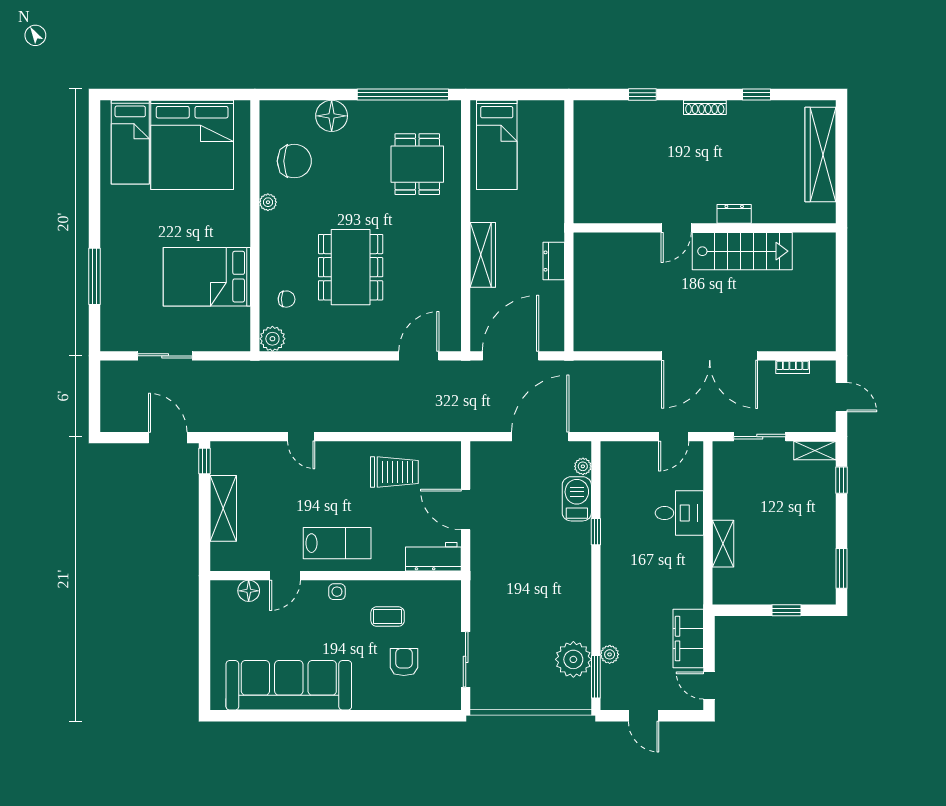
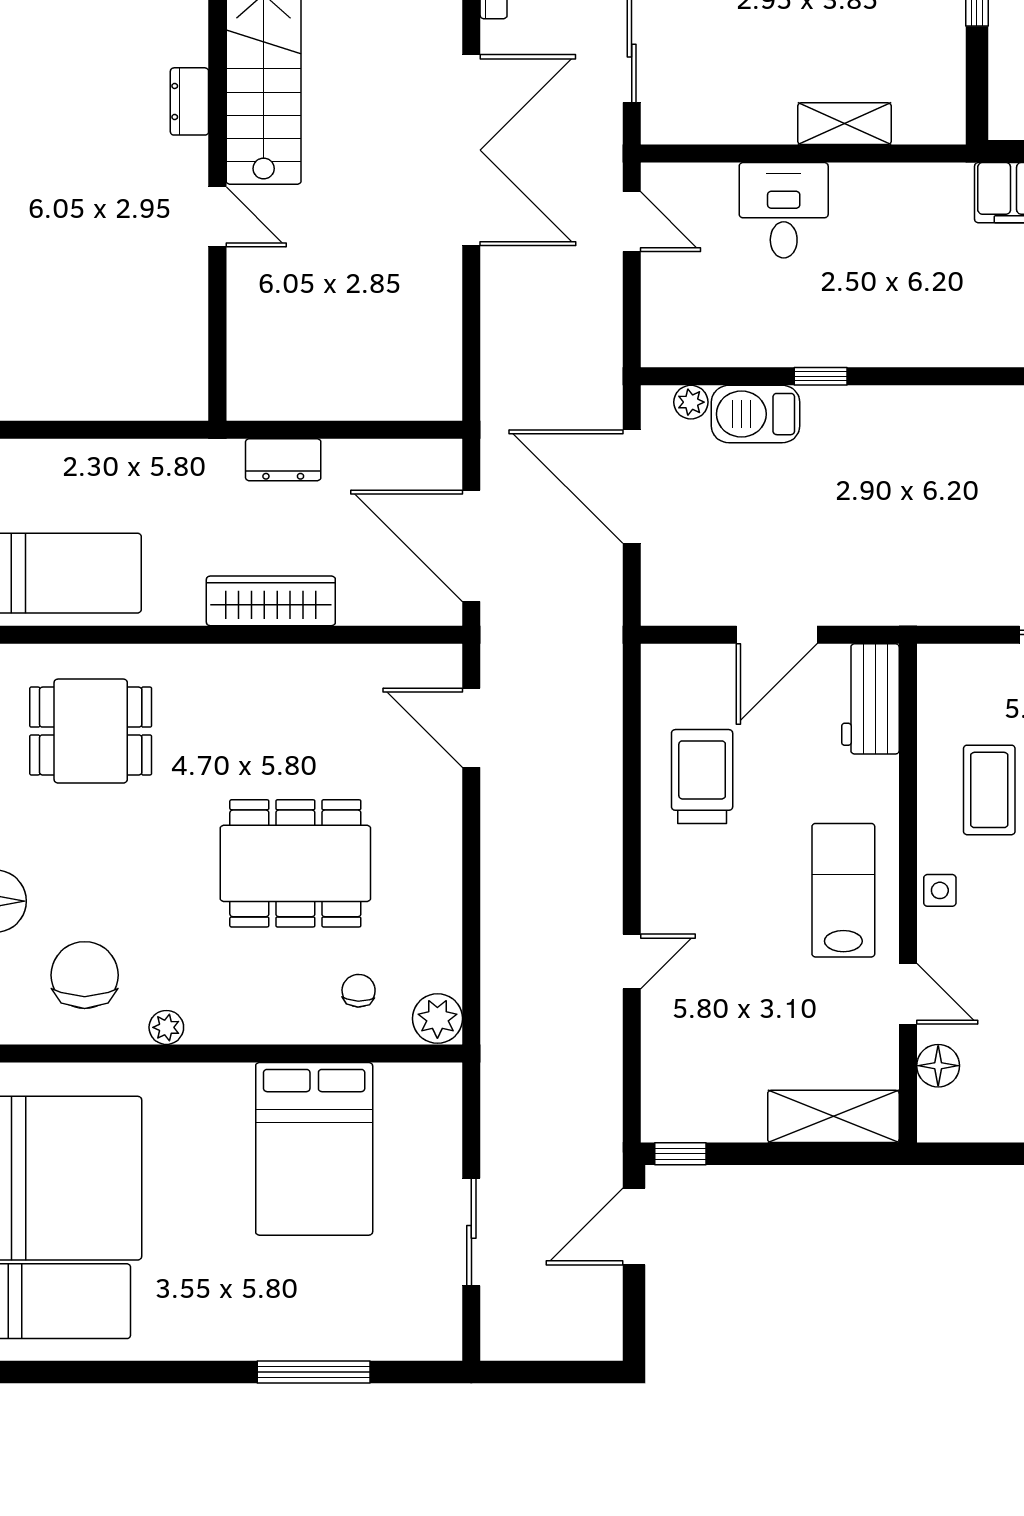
shelving: (223, 508) -> (833, 1116), moved
coffee table: (388, 617) -> (989, 790), width x1.36, depth x1.30

